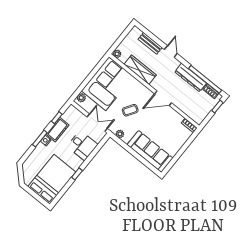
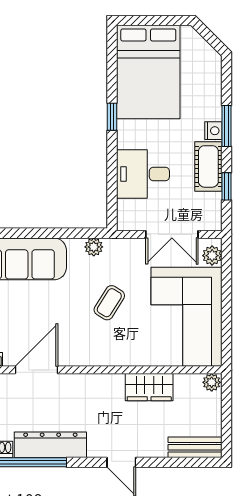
bench: (150, 43) -> (195, 447), moved
wardrobe: (140, 70) -> (149, 387), width x0.67
door: (163, 98) -> (37, 370), moved
double door: (97, 123) -> (172, 234), moved

